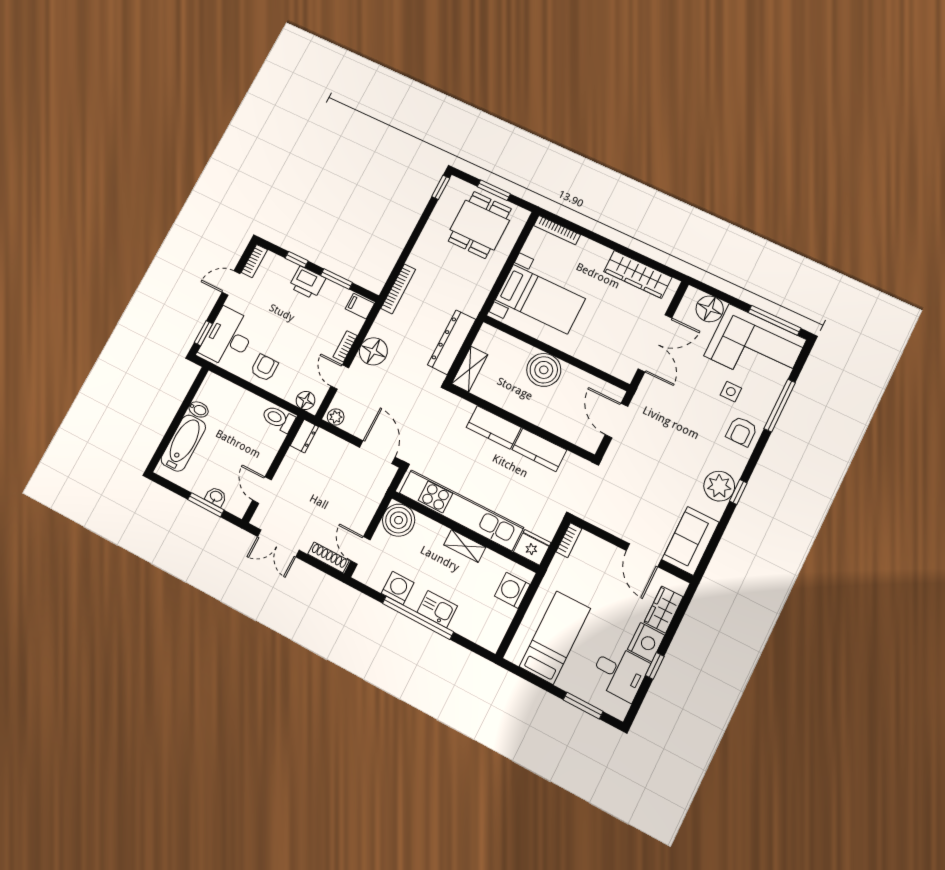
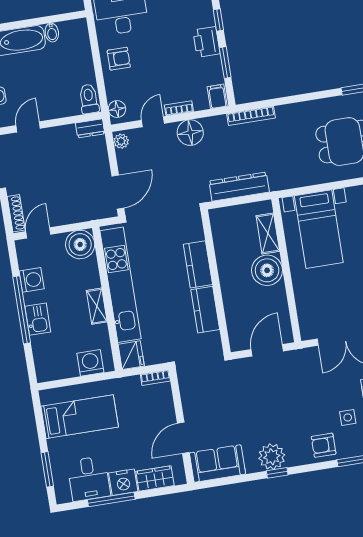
shelving: (470, 369) -> (268, 233), moved, turned 90
window: (655, 666) -> (111, 500), width x2.17

